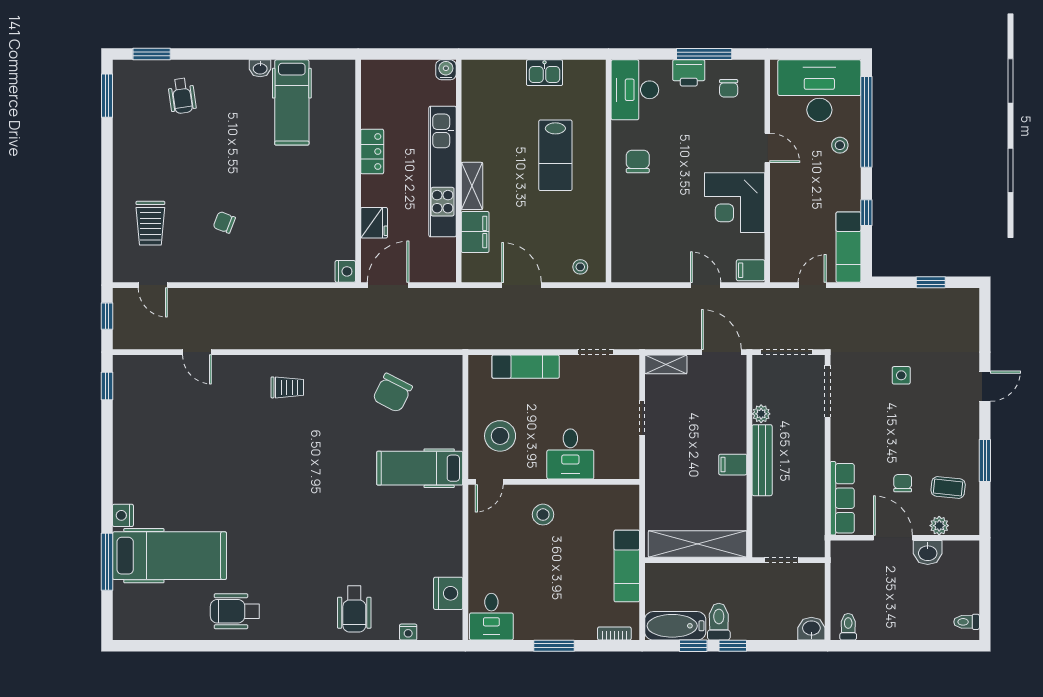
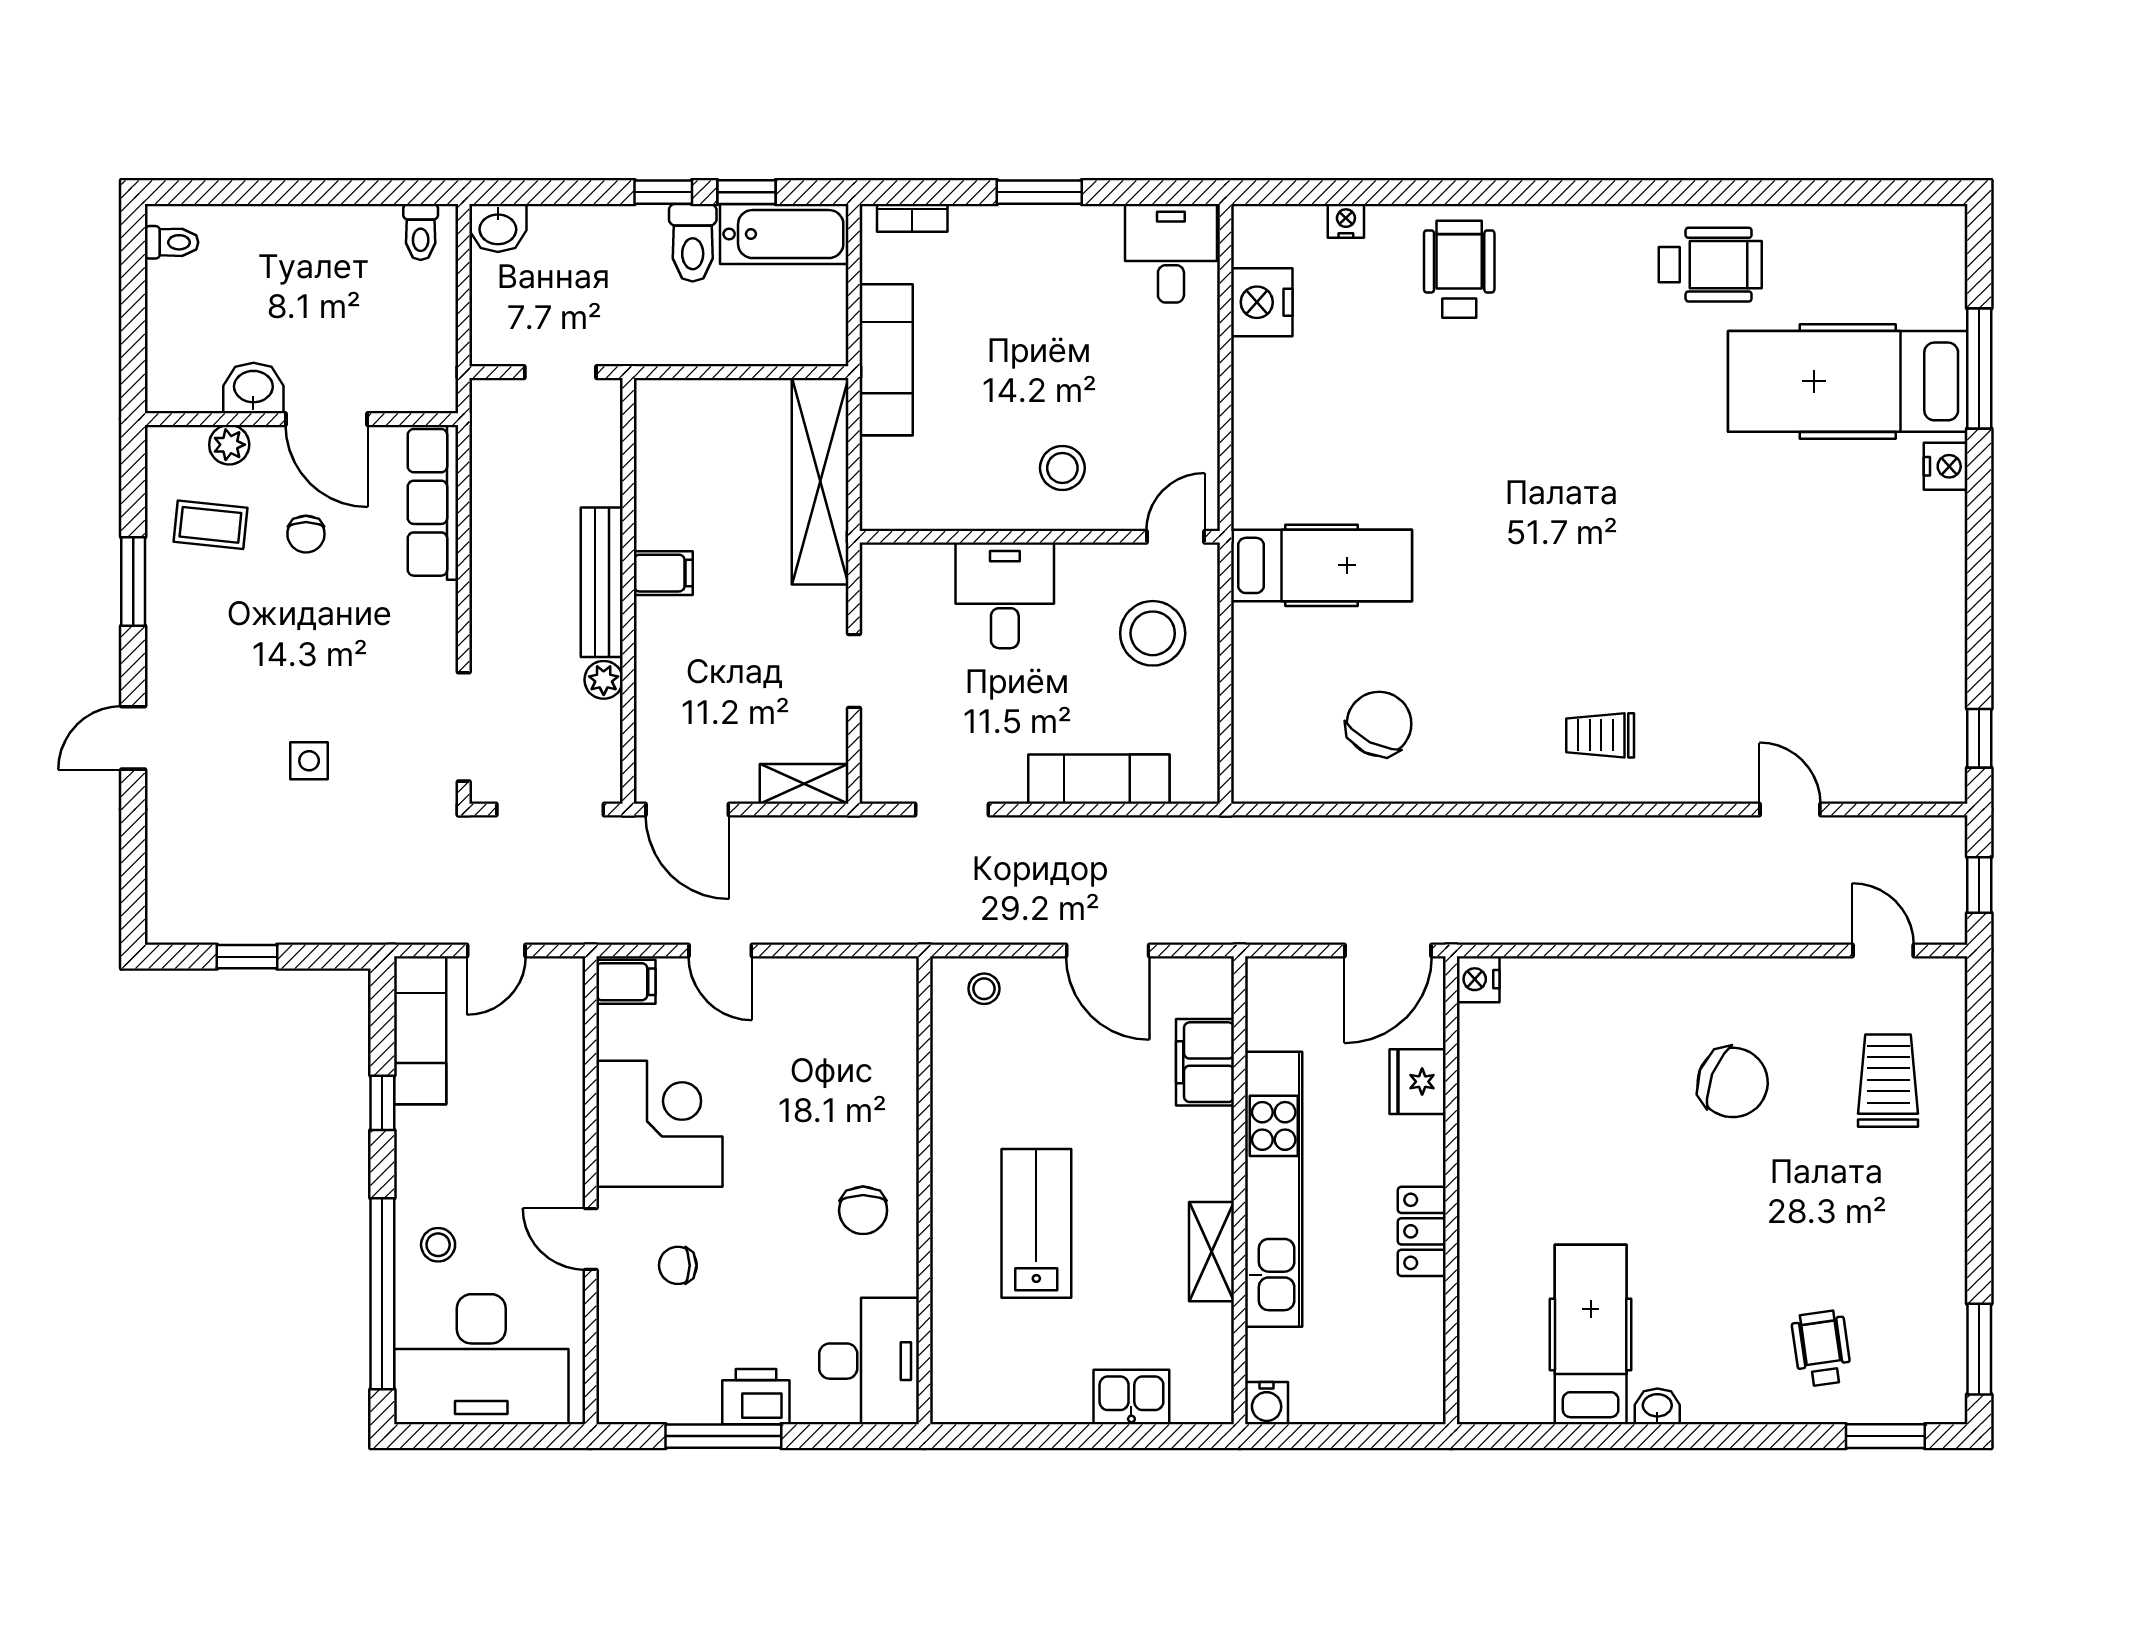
kitchen sink: (545, 73) -> (1131, 1397), moved
chair: (729, 88) -> (678, 1265), moved, turned -90
shelving: (472, 186) -> (1212, 1252), moved
chair: (224, 222) -> (1733, 1082), width x1.87, depth x1.87
shelving: (698, 544) -> (820, 481), moved, turned 90

